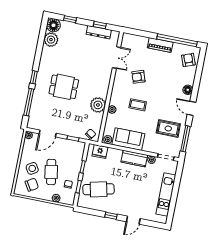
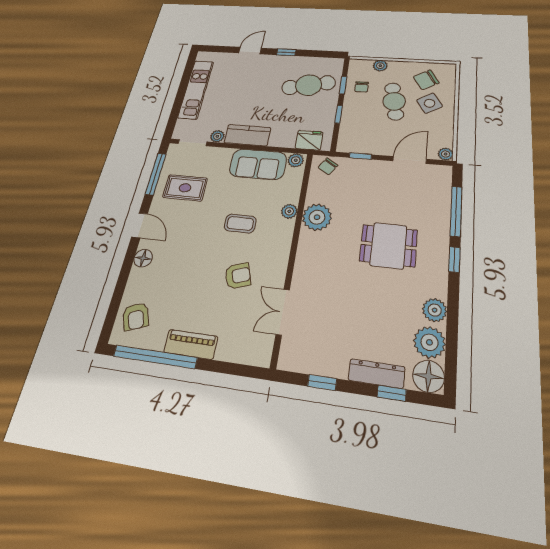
dresser: (99, 32) -> (376, 373), moved
plant: (47, 54) -> (435, 310), added

